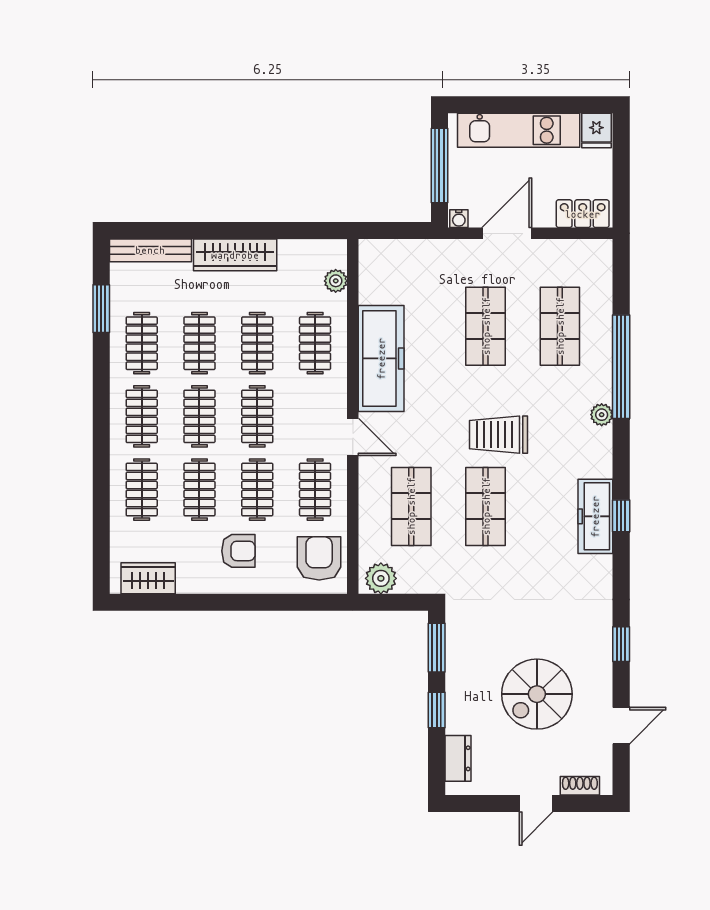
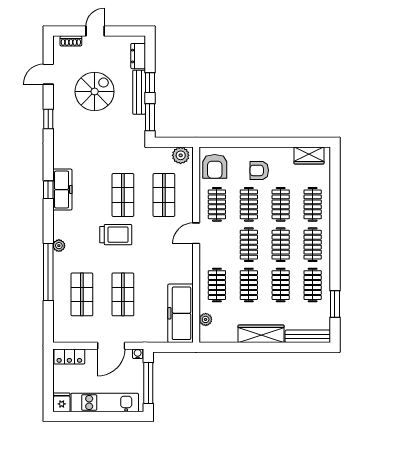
freezer: (381, 358) -> (180, 313), moved
door: (353, 437) -> (196, 233), hinge flipped
bench: (456, 693) -> (139, 92), added

